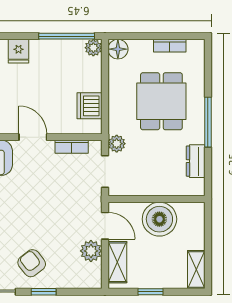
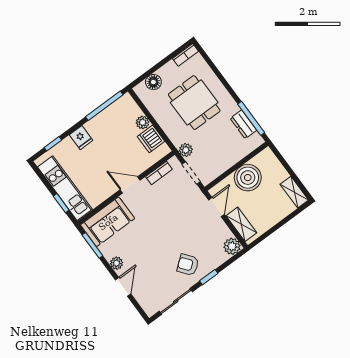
bookcase: (170, 46) -> (185, 55), moved
plant: (93, 48) -> (143, 122), moved
floor lamp: (118, 49) -> (153, 82), moved
window: (208, 122) -> (251, 118), moved
door: (105, 226) -> (216, 207), hinge flipped
plant: (91, 251) -> (232, 246), moved
window: (151, 292) -> (276, 227), removed

